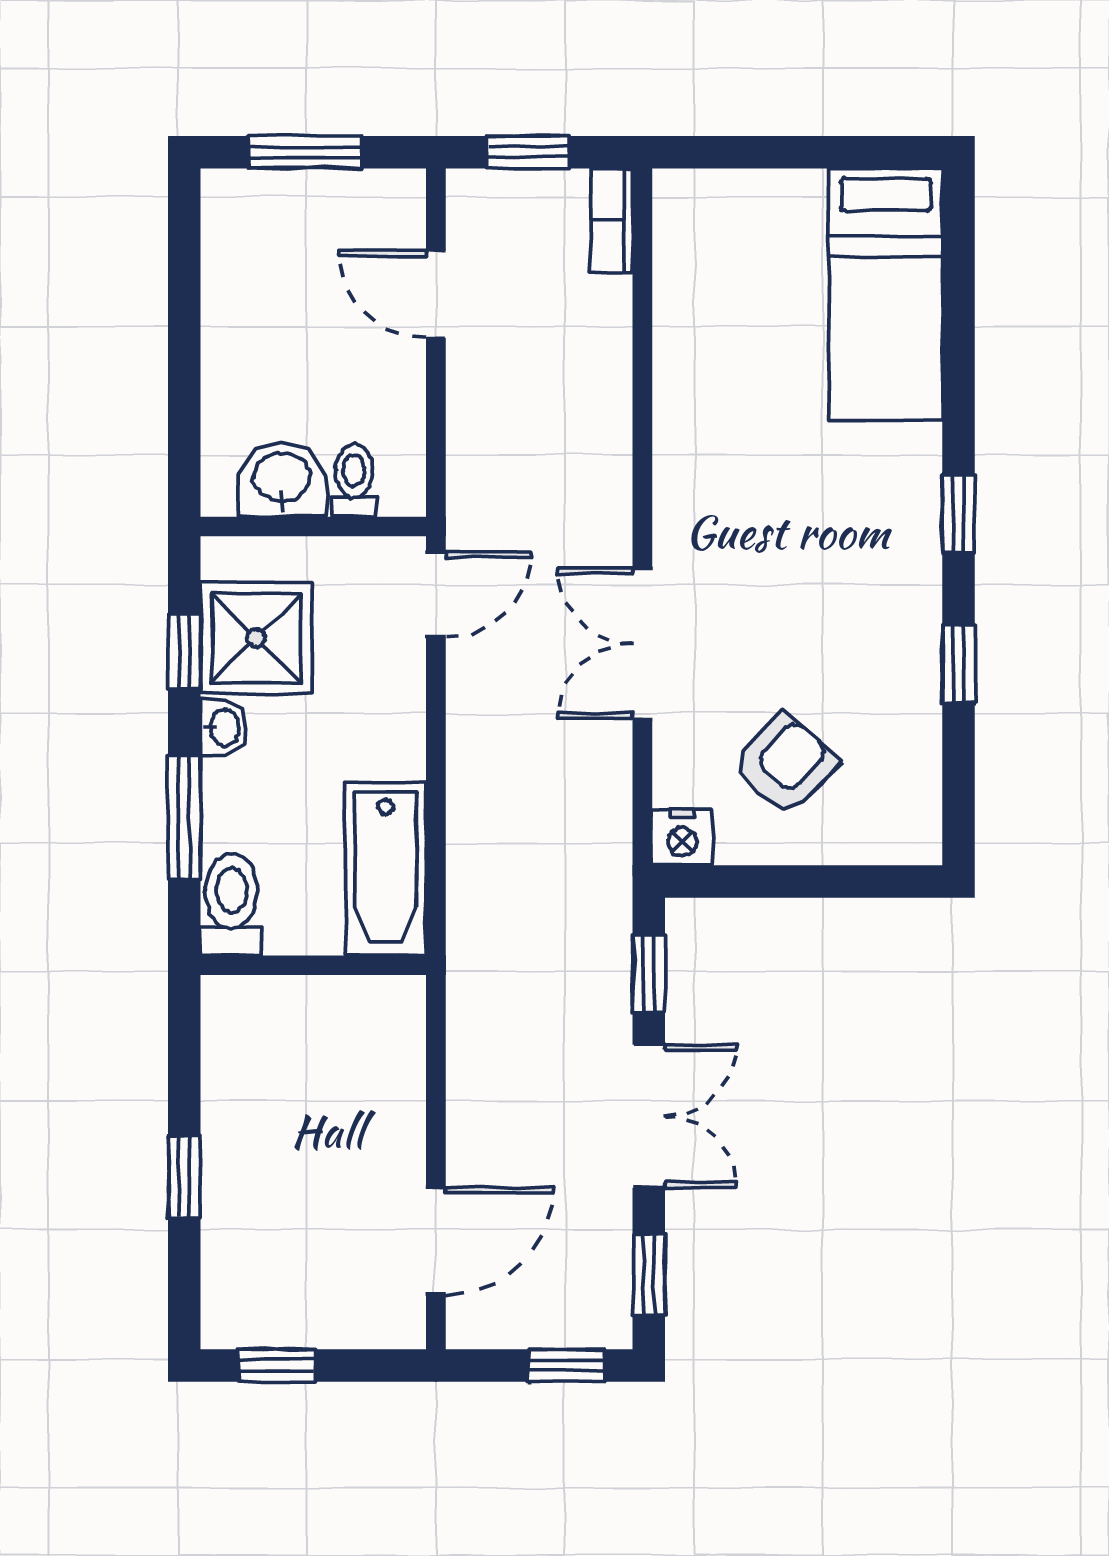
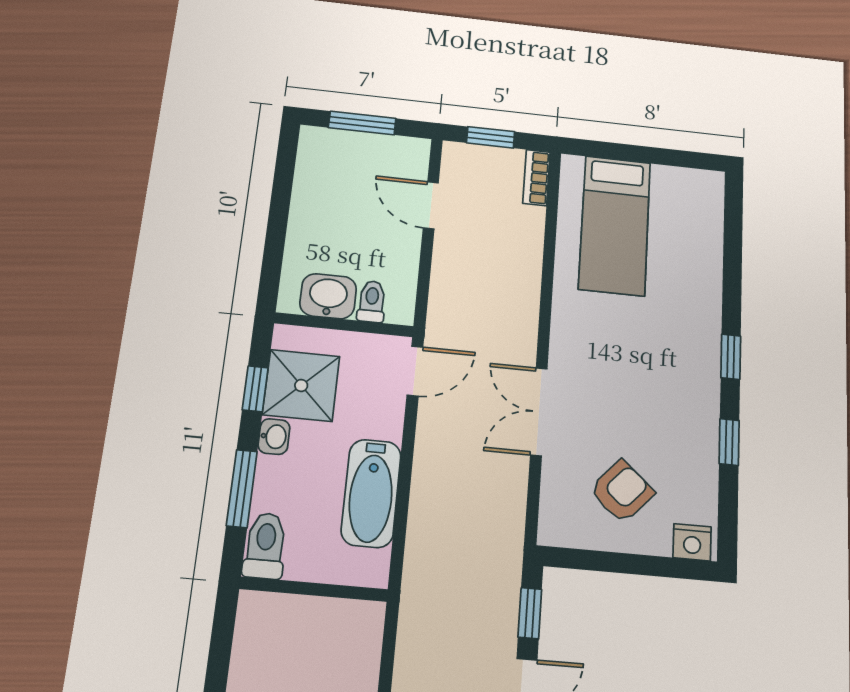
bed: (886, 294) -> (615, 225), moved
nightstand: (682, 837) -> (692, 542), moved
bathtub: (385, 869) -> (371, 493), moved

